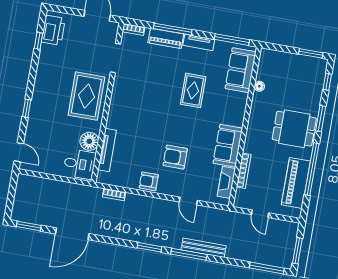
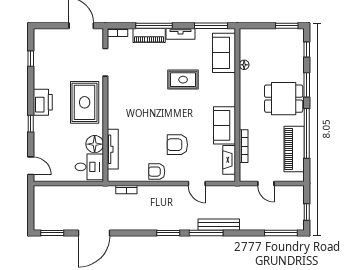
printer: (53, 30) -> (43, 102), moved
rug: (193, 90) -> (183, 80), turned 90
window: (297, 251) -> (307, 212), width x0.67

